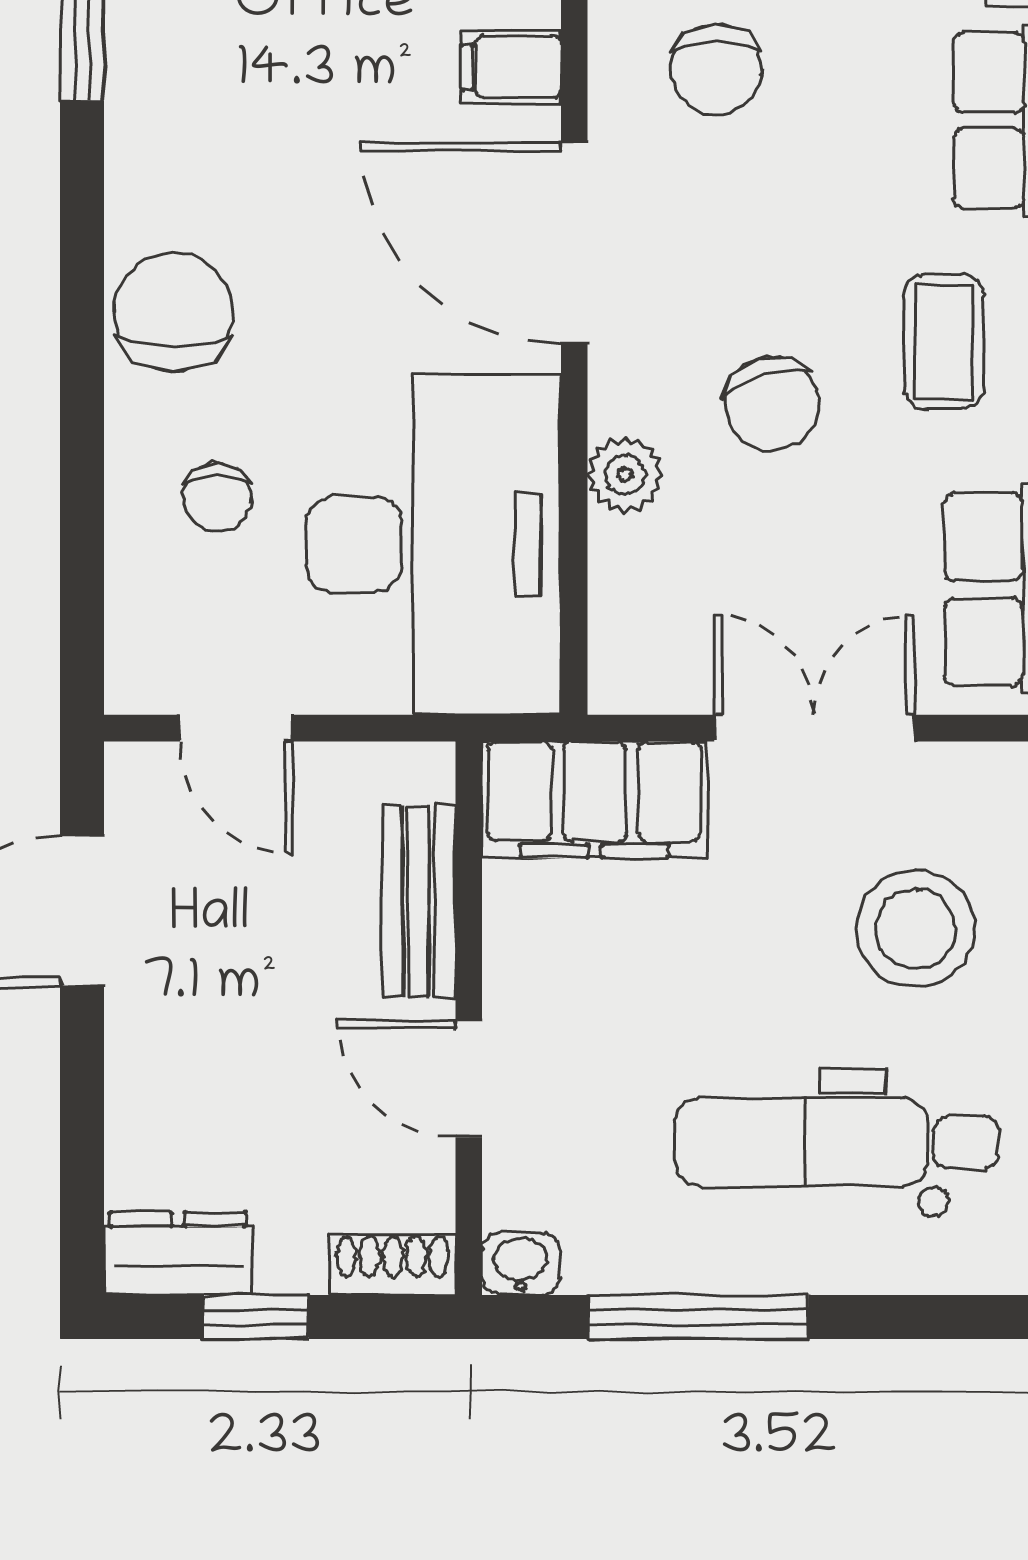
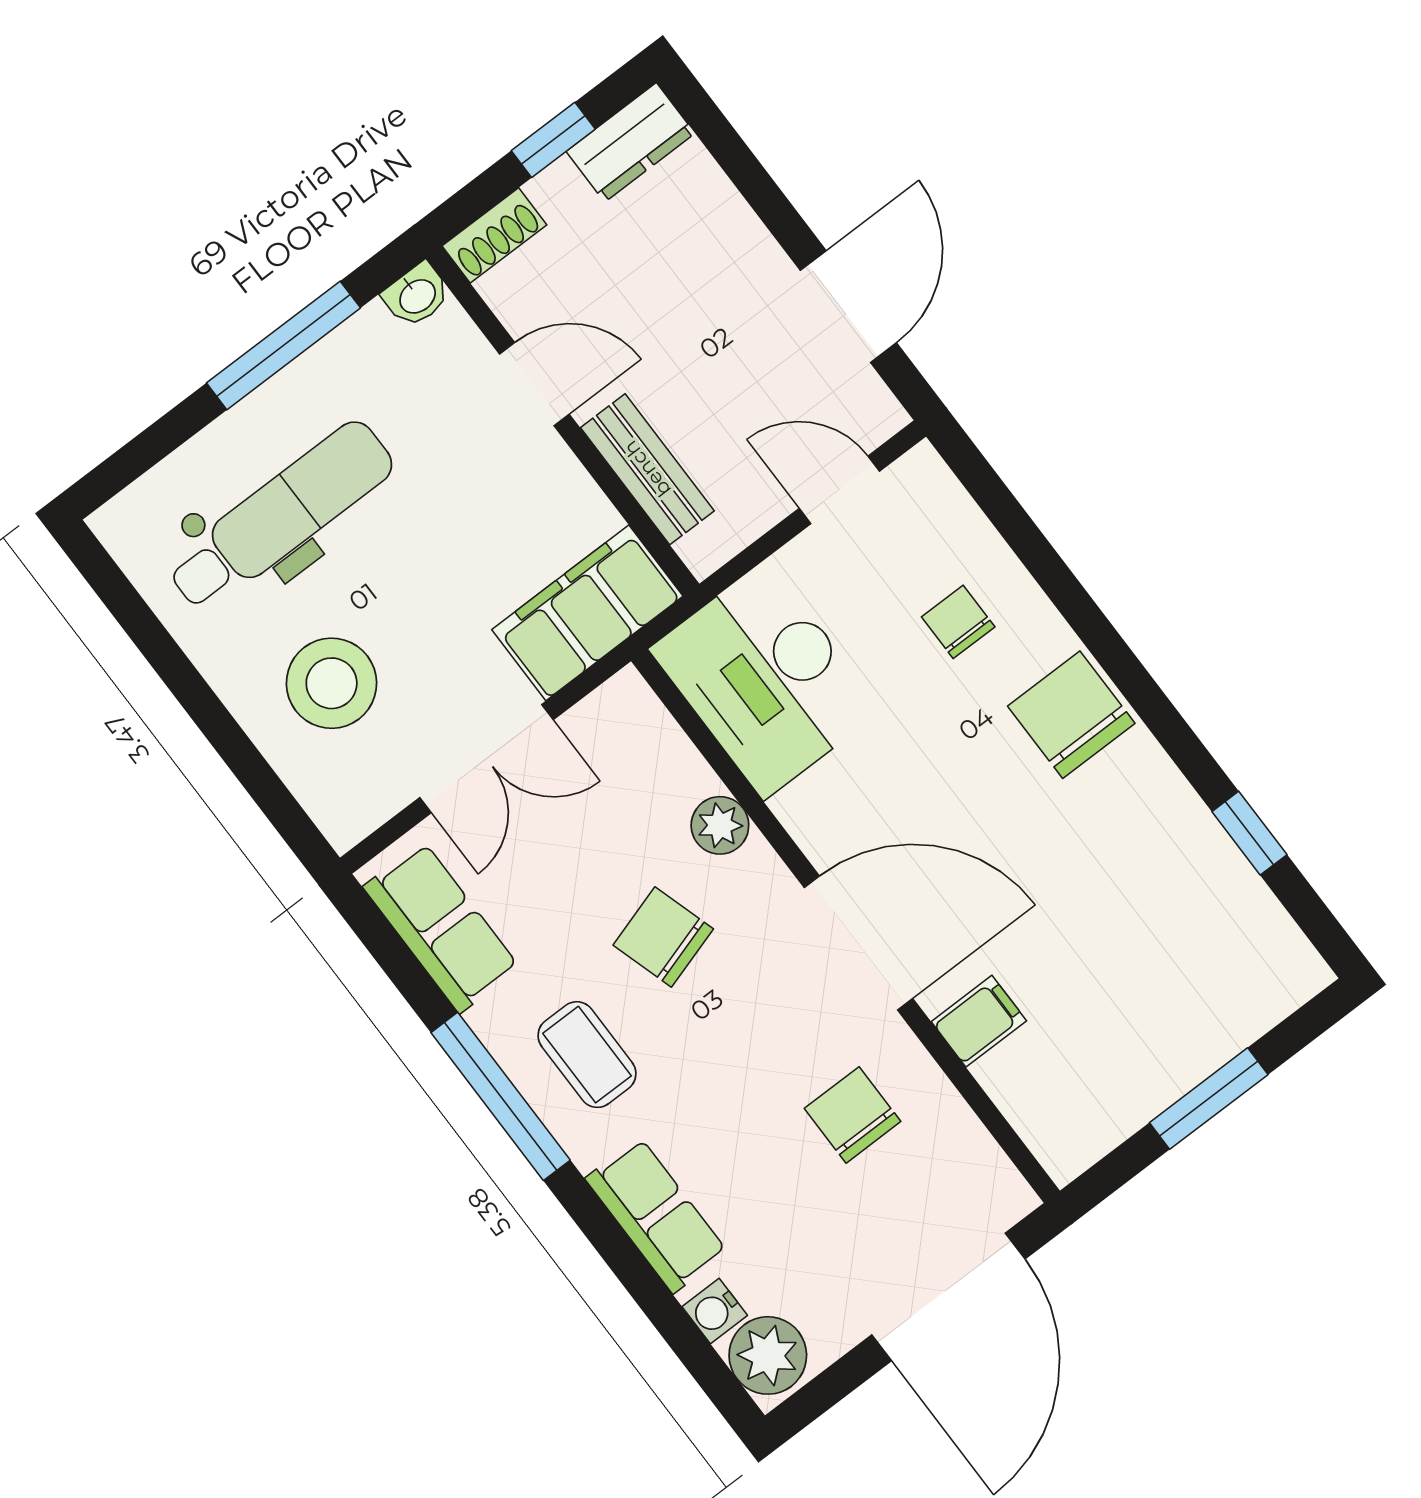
chair: (173, 312) -> (1071, 715), turned 180
desk: (433, 544) -> (765, 680), width x0.73, depth x0.77

